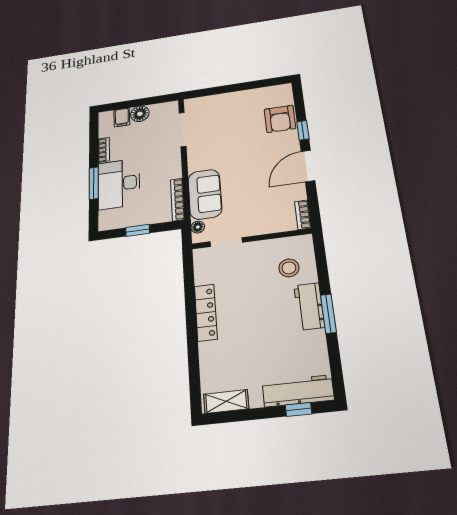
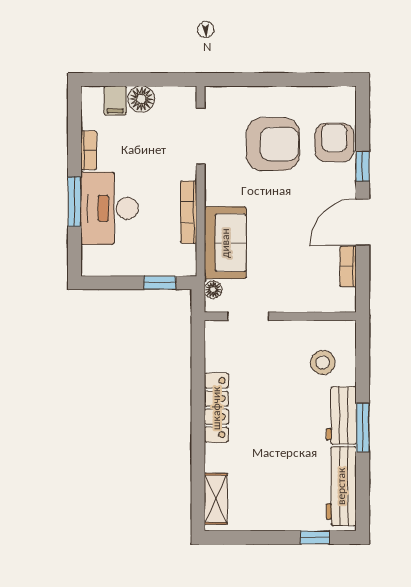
armchair: (280, 119) -> (334, 142), turned 180
armchair: (235, 127) -> (273, 144), added
bookcase: (178, 199) -> (189, 212), moved
bookcase: (303, 215) -> (348, 266), moved
window: (138, 230) -> (160, 283), moved
workbench: (298, 391) -> (341, 486), moved, turned -90
shelving: (226, 401) -> (216, 499), moved, turned 90

